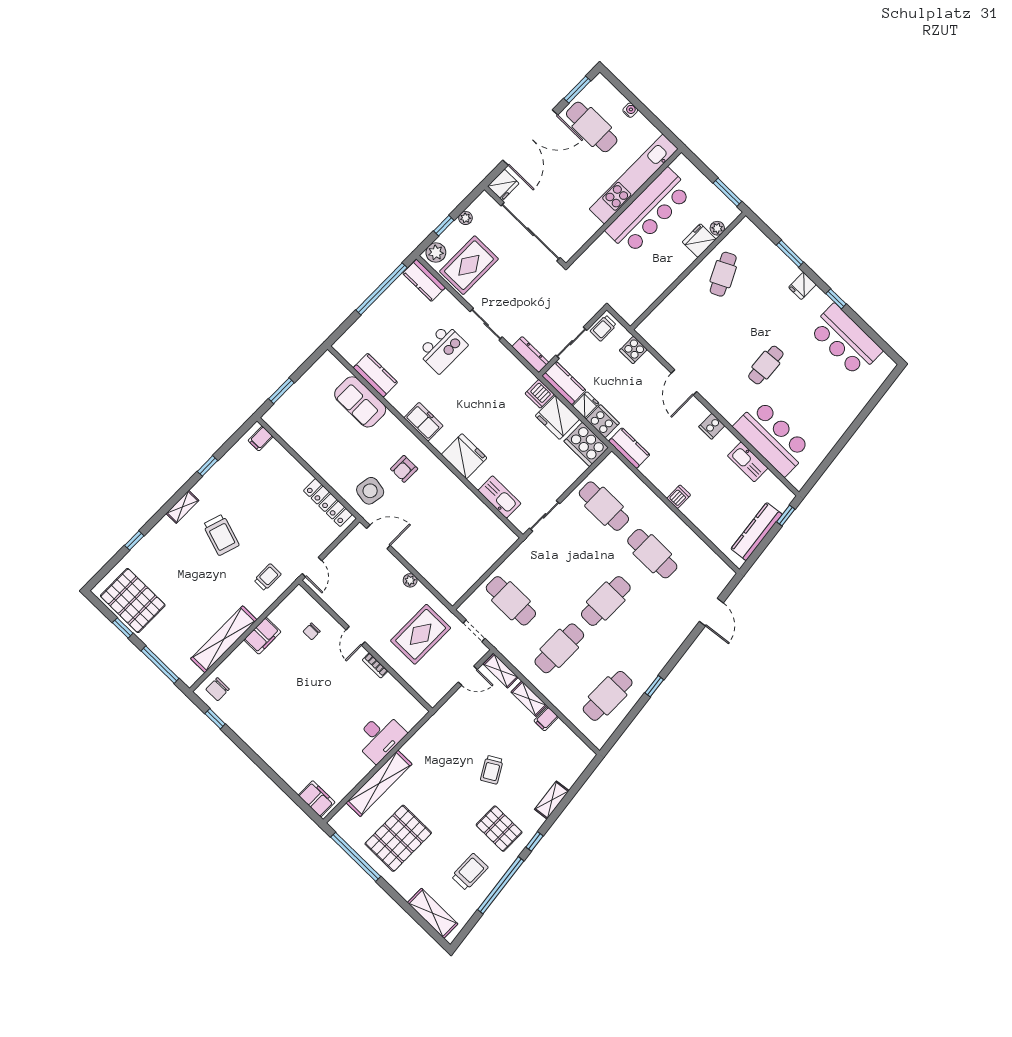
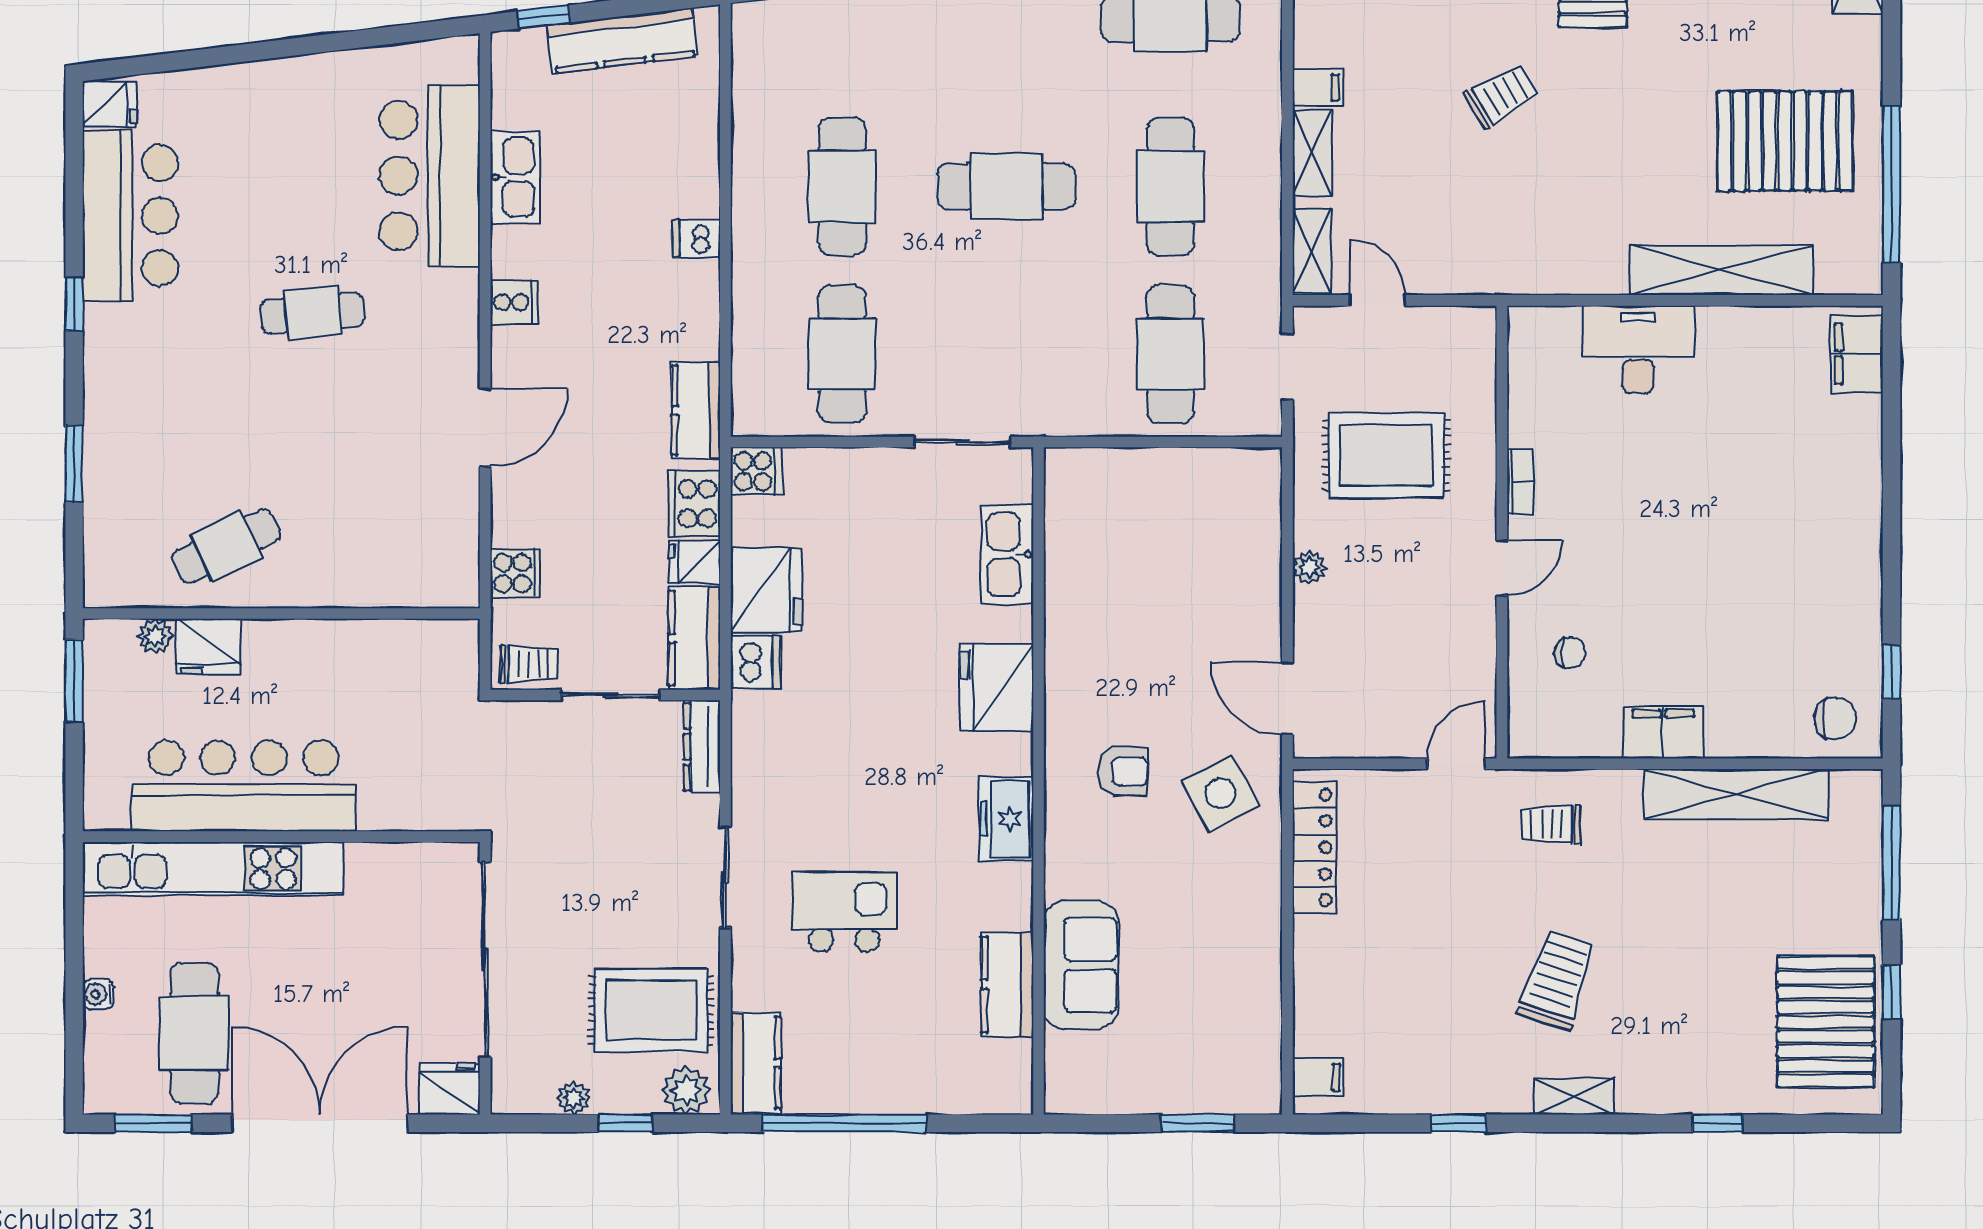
fridge: (802, 286) -> (109, 104), moved
cooker: (586, 444) -> (756, 471), width x0.53, depth x0.76
side table: (370, 491) -> (1221, 793), turned -38
cafe table: (559, 648) -> (1171, 186), turned 90

